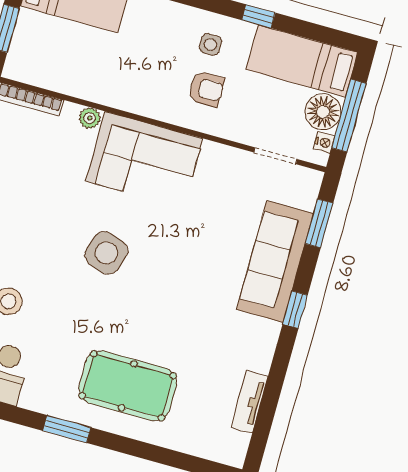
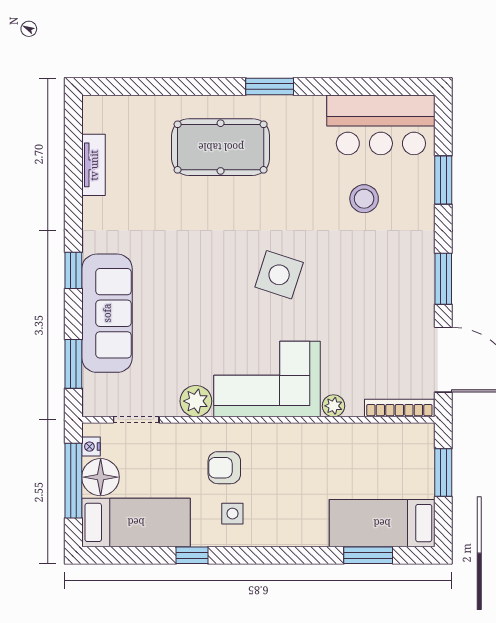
plant: (215, 158) -> (196, 401), added

